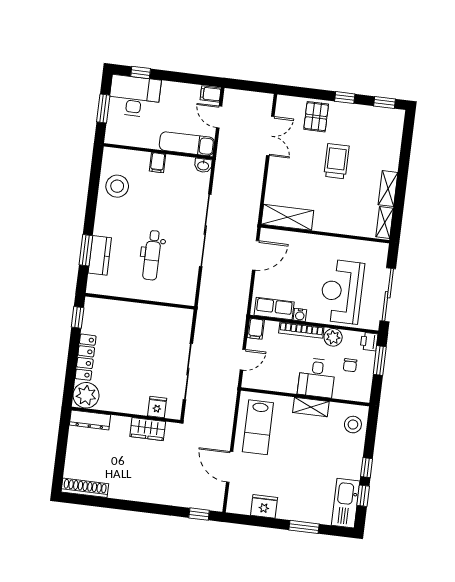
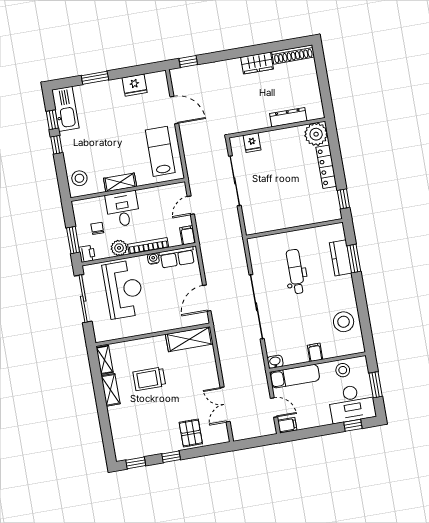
stool: (134, 135) -> (343, 370), added
trolley: (337, 161) -> (149, 379), moved, turned 90
dresser: (90, 420) -> (288, 117), moved
wardrobe: (148, 429) -> (257, 63), moved, turned 180

